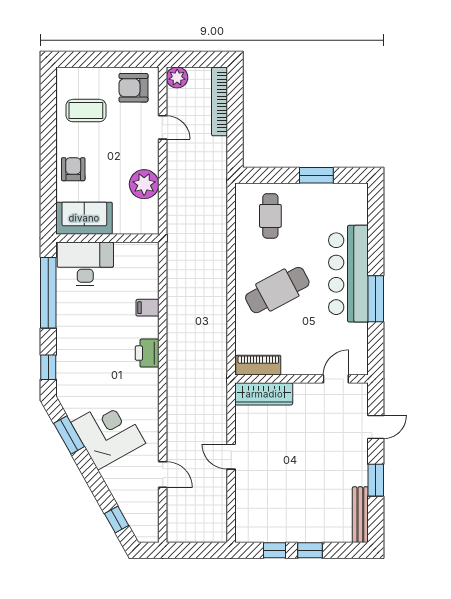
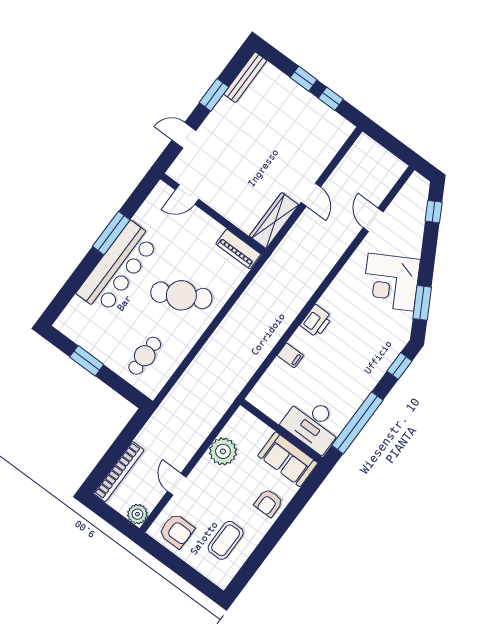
coffee table: (86, 111) -> (226, 540), turned 90
wardrobe: (264, 394) -> (274, 220), moved, turned -90

